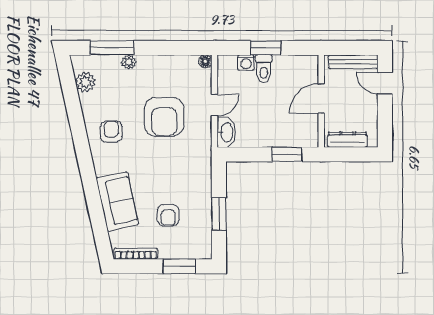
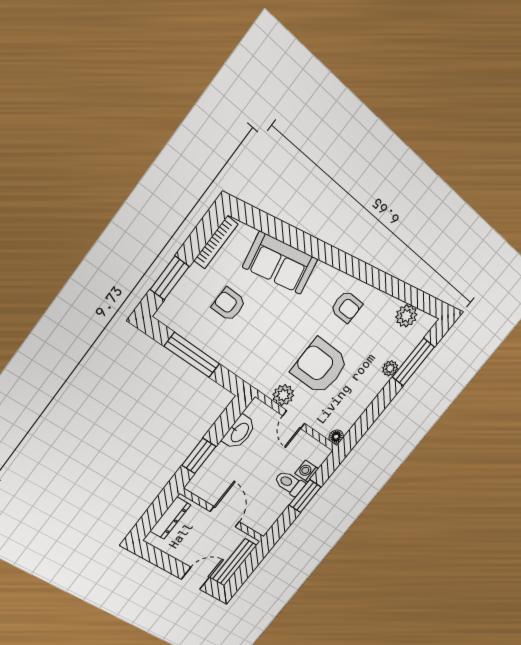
plant: (202, 127) -> (283, 395), added
washbasin: (226, 132) -> (239, 432), moved, turned -90
window: (219, 214) -> (192, 355), width x1.44

